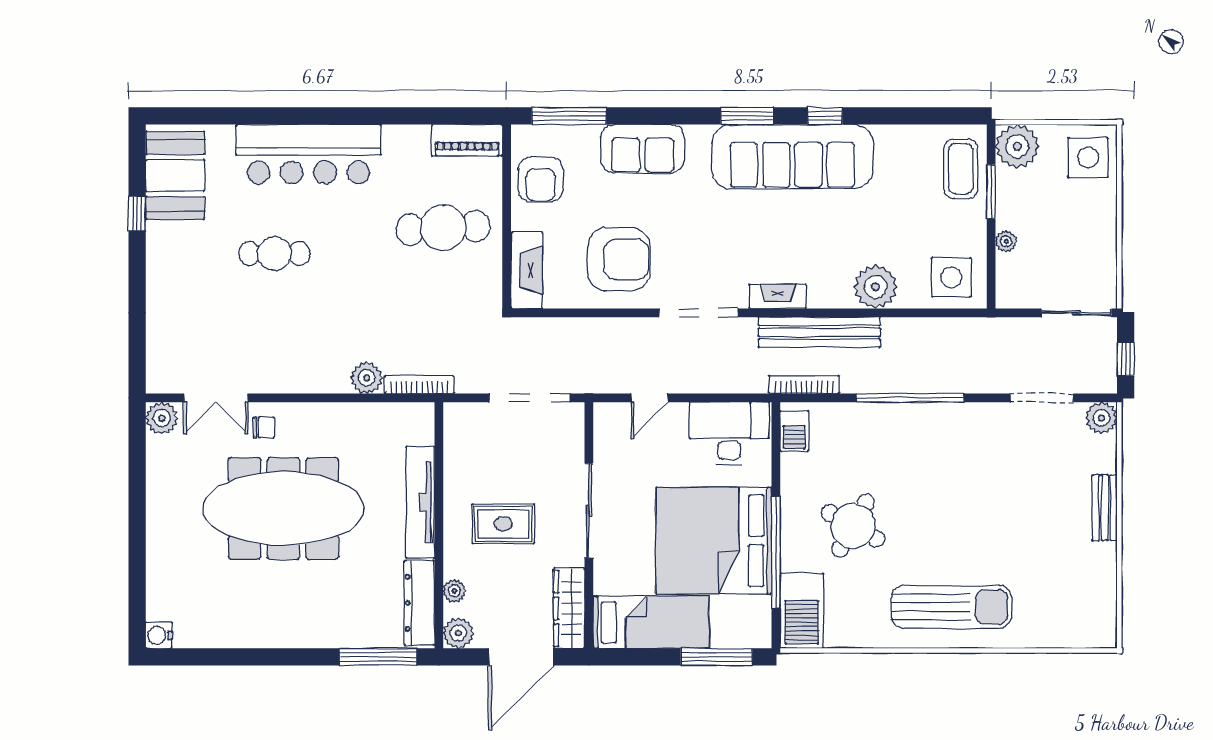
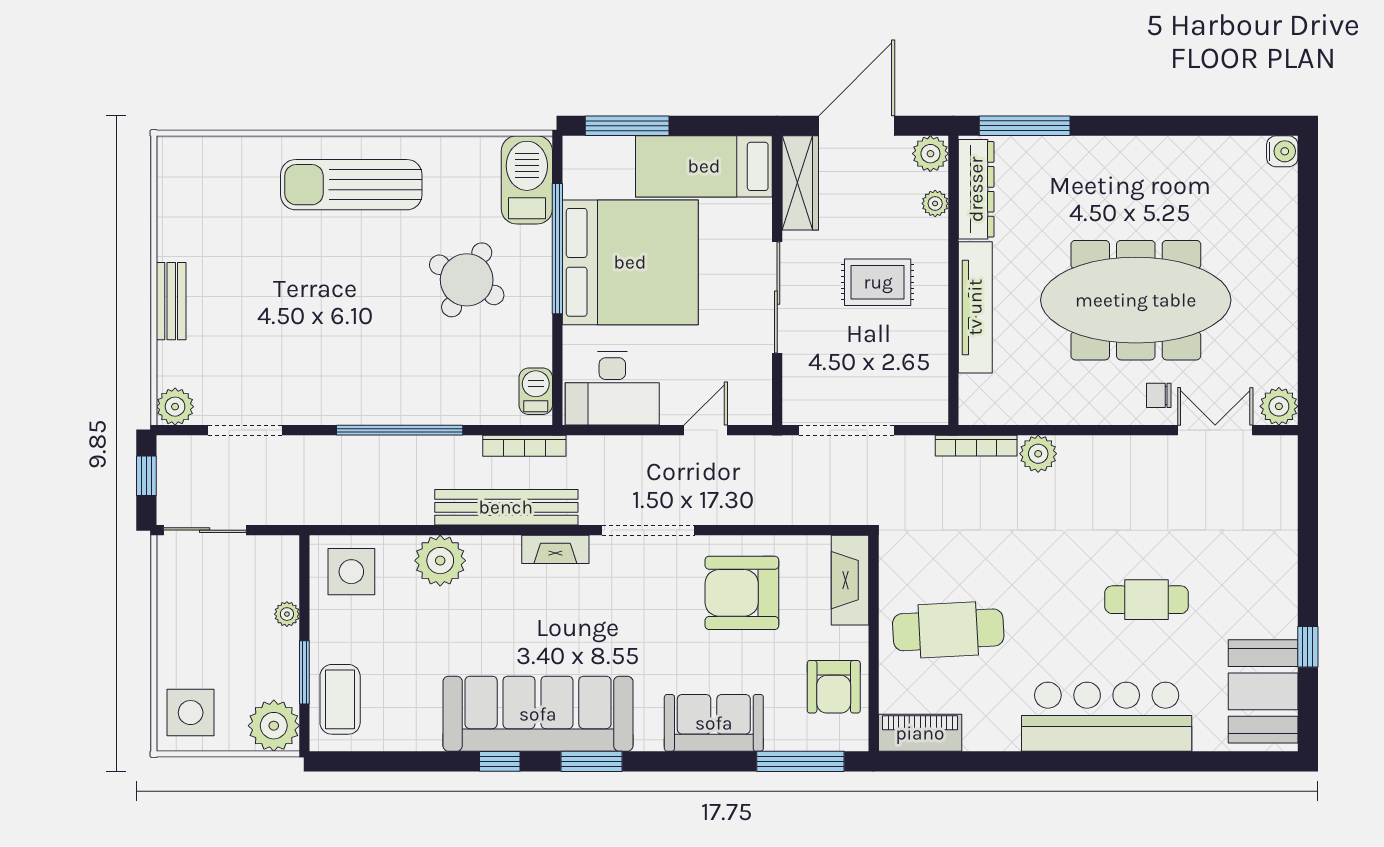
armchair: (541, 179) -> (834, 687), turned 180

